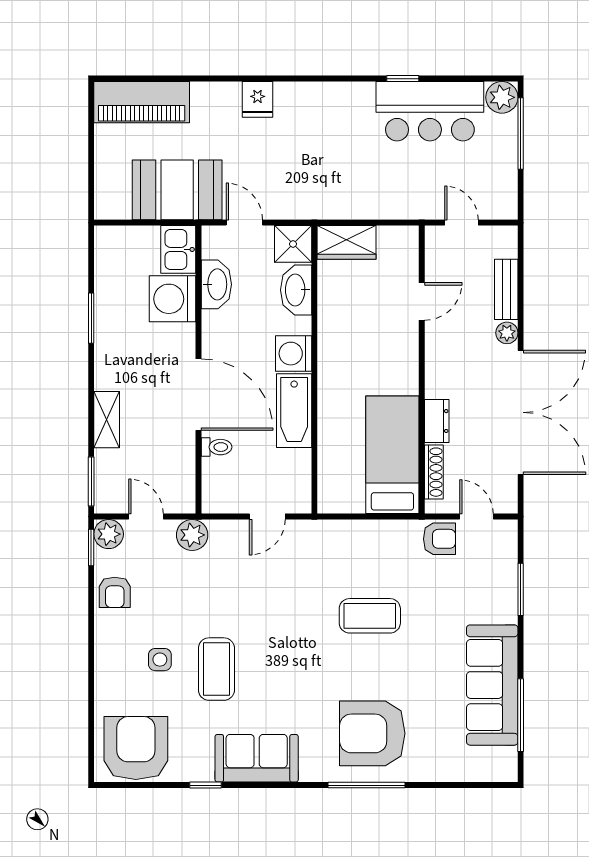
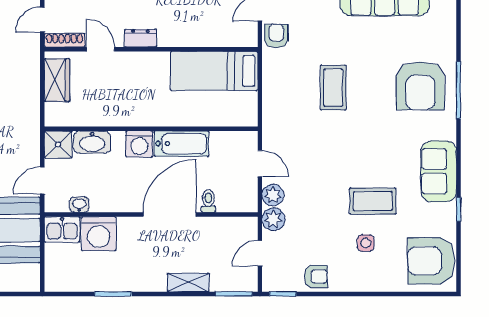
wardrobe: (346, 242) -> (57, 80), moved
washbasin: (216, 284) -> (79, 205), width x0.52, depth x0.69
dresser: (437, 421) -> (141, 38), moved
shoe rack: (434, 472) -> (64, 40), moved
plant: (109, 534) -> (273, 195), moved

